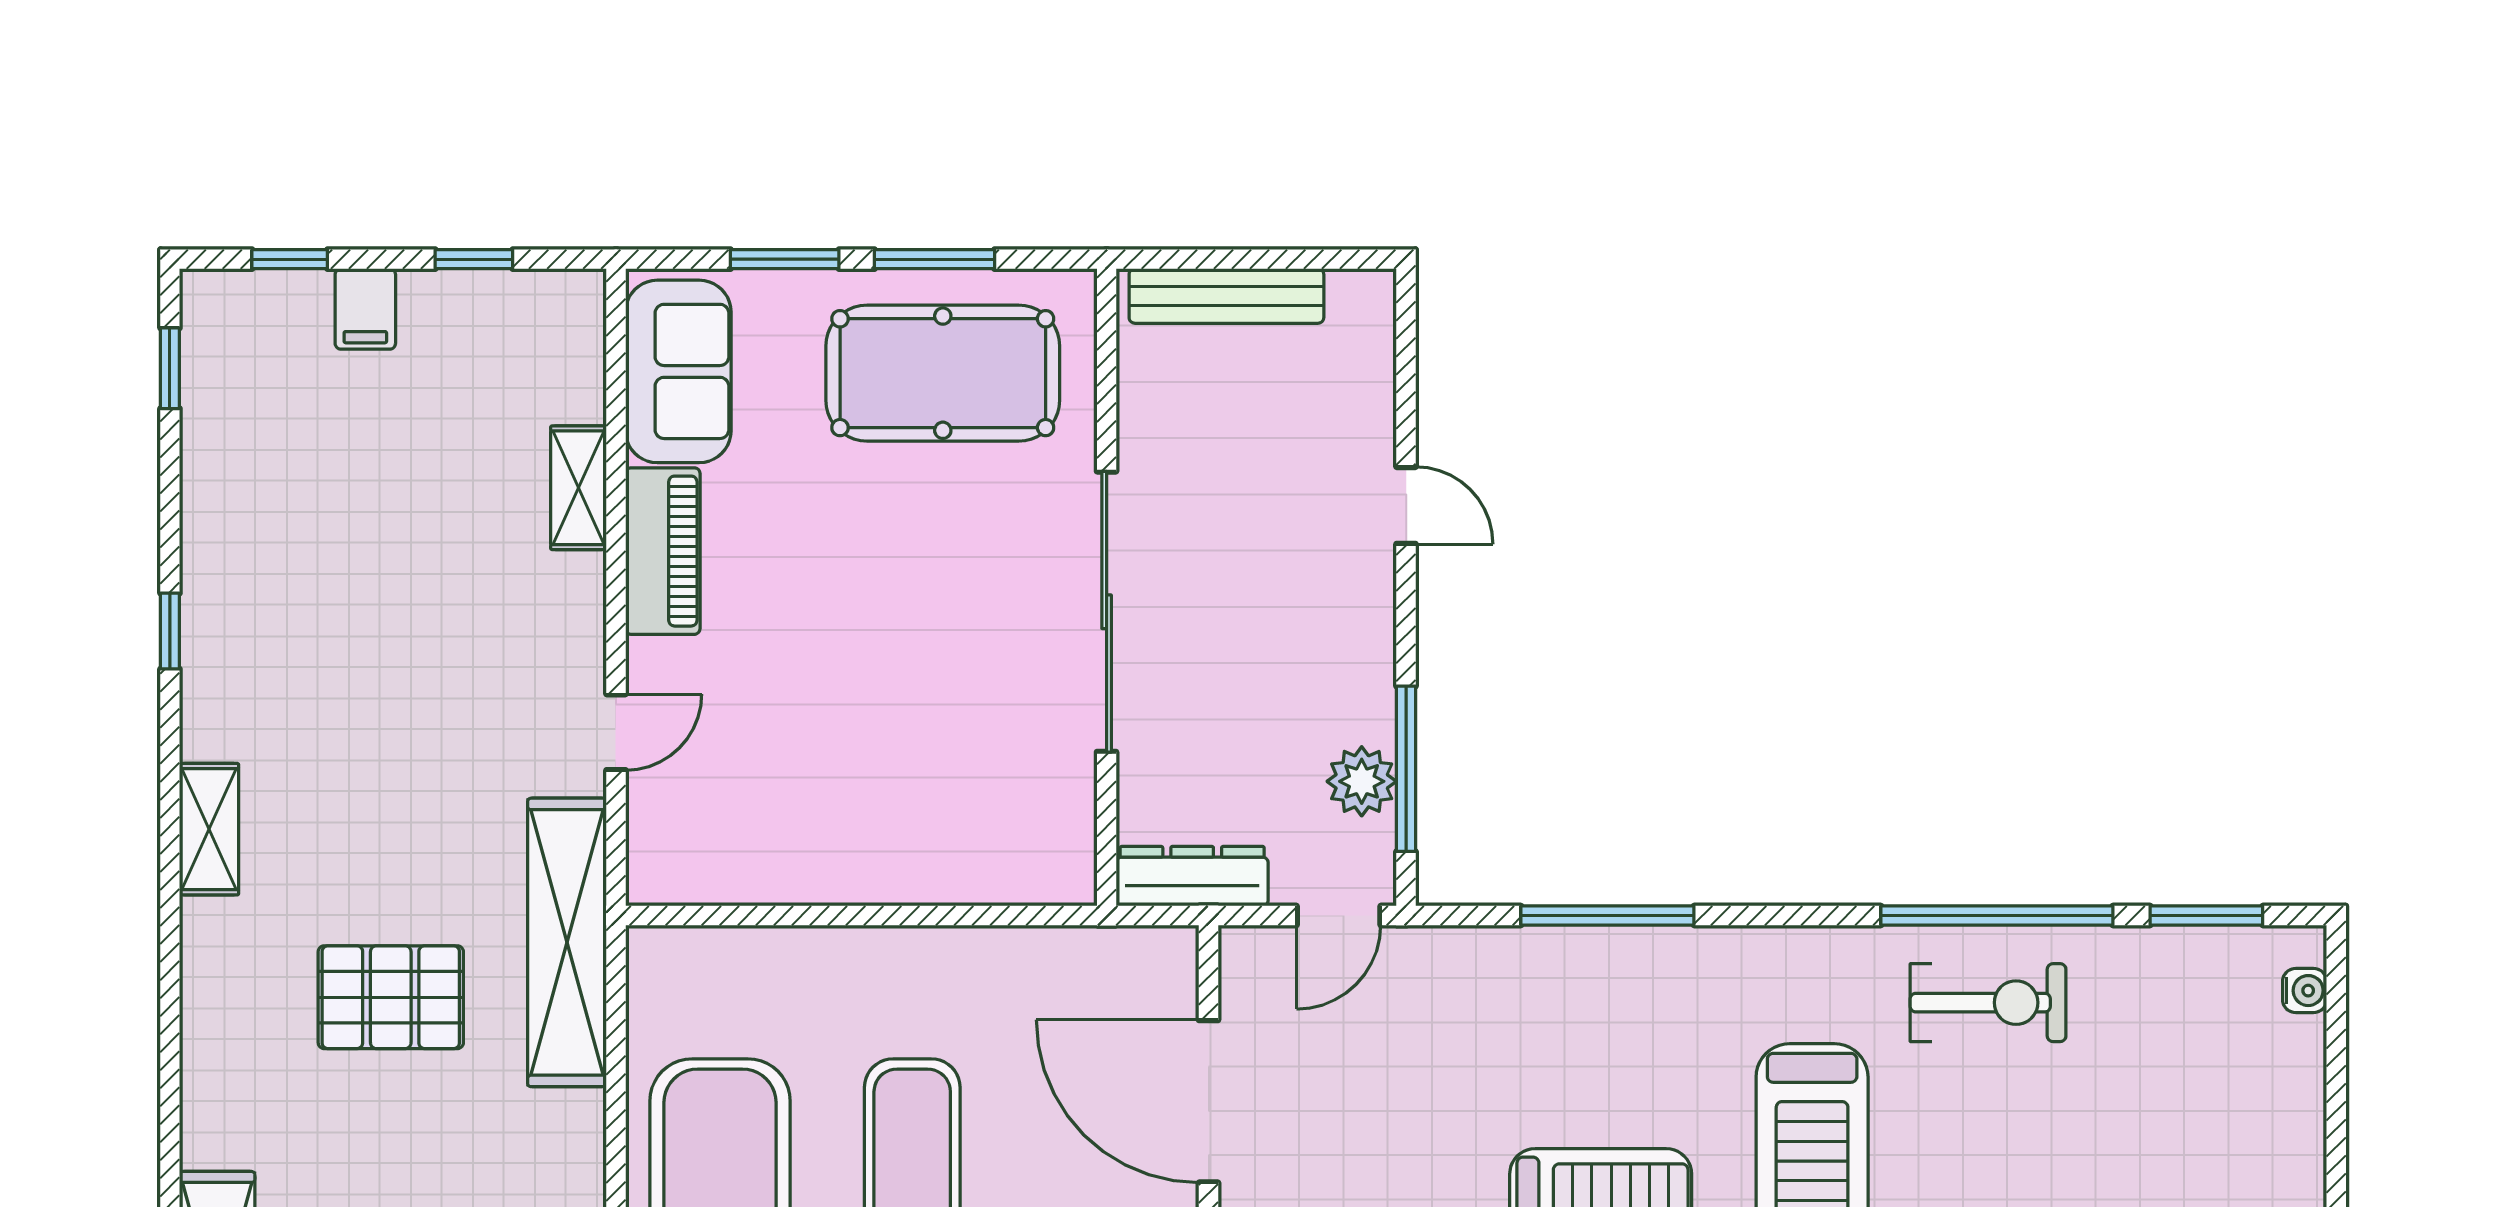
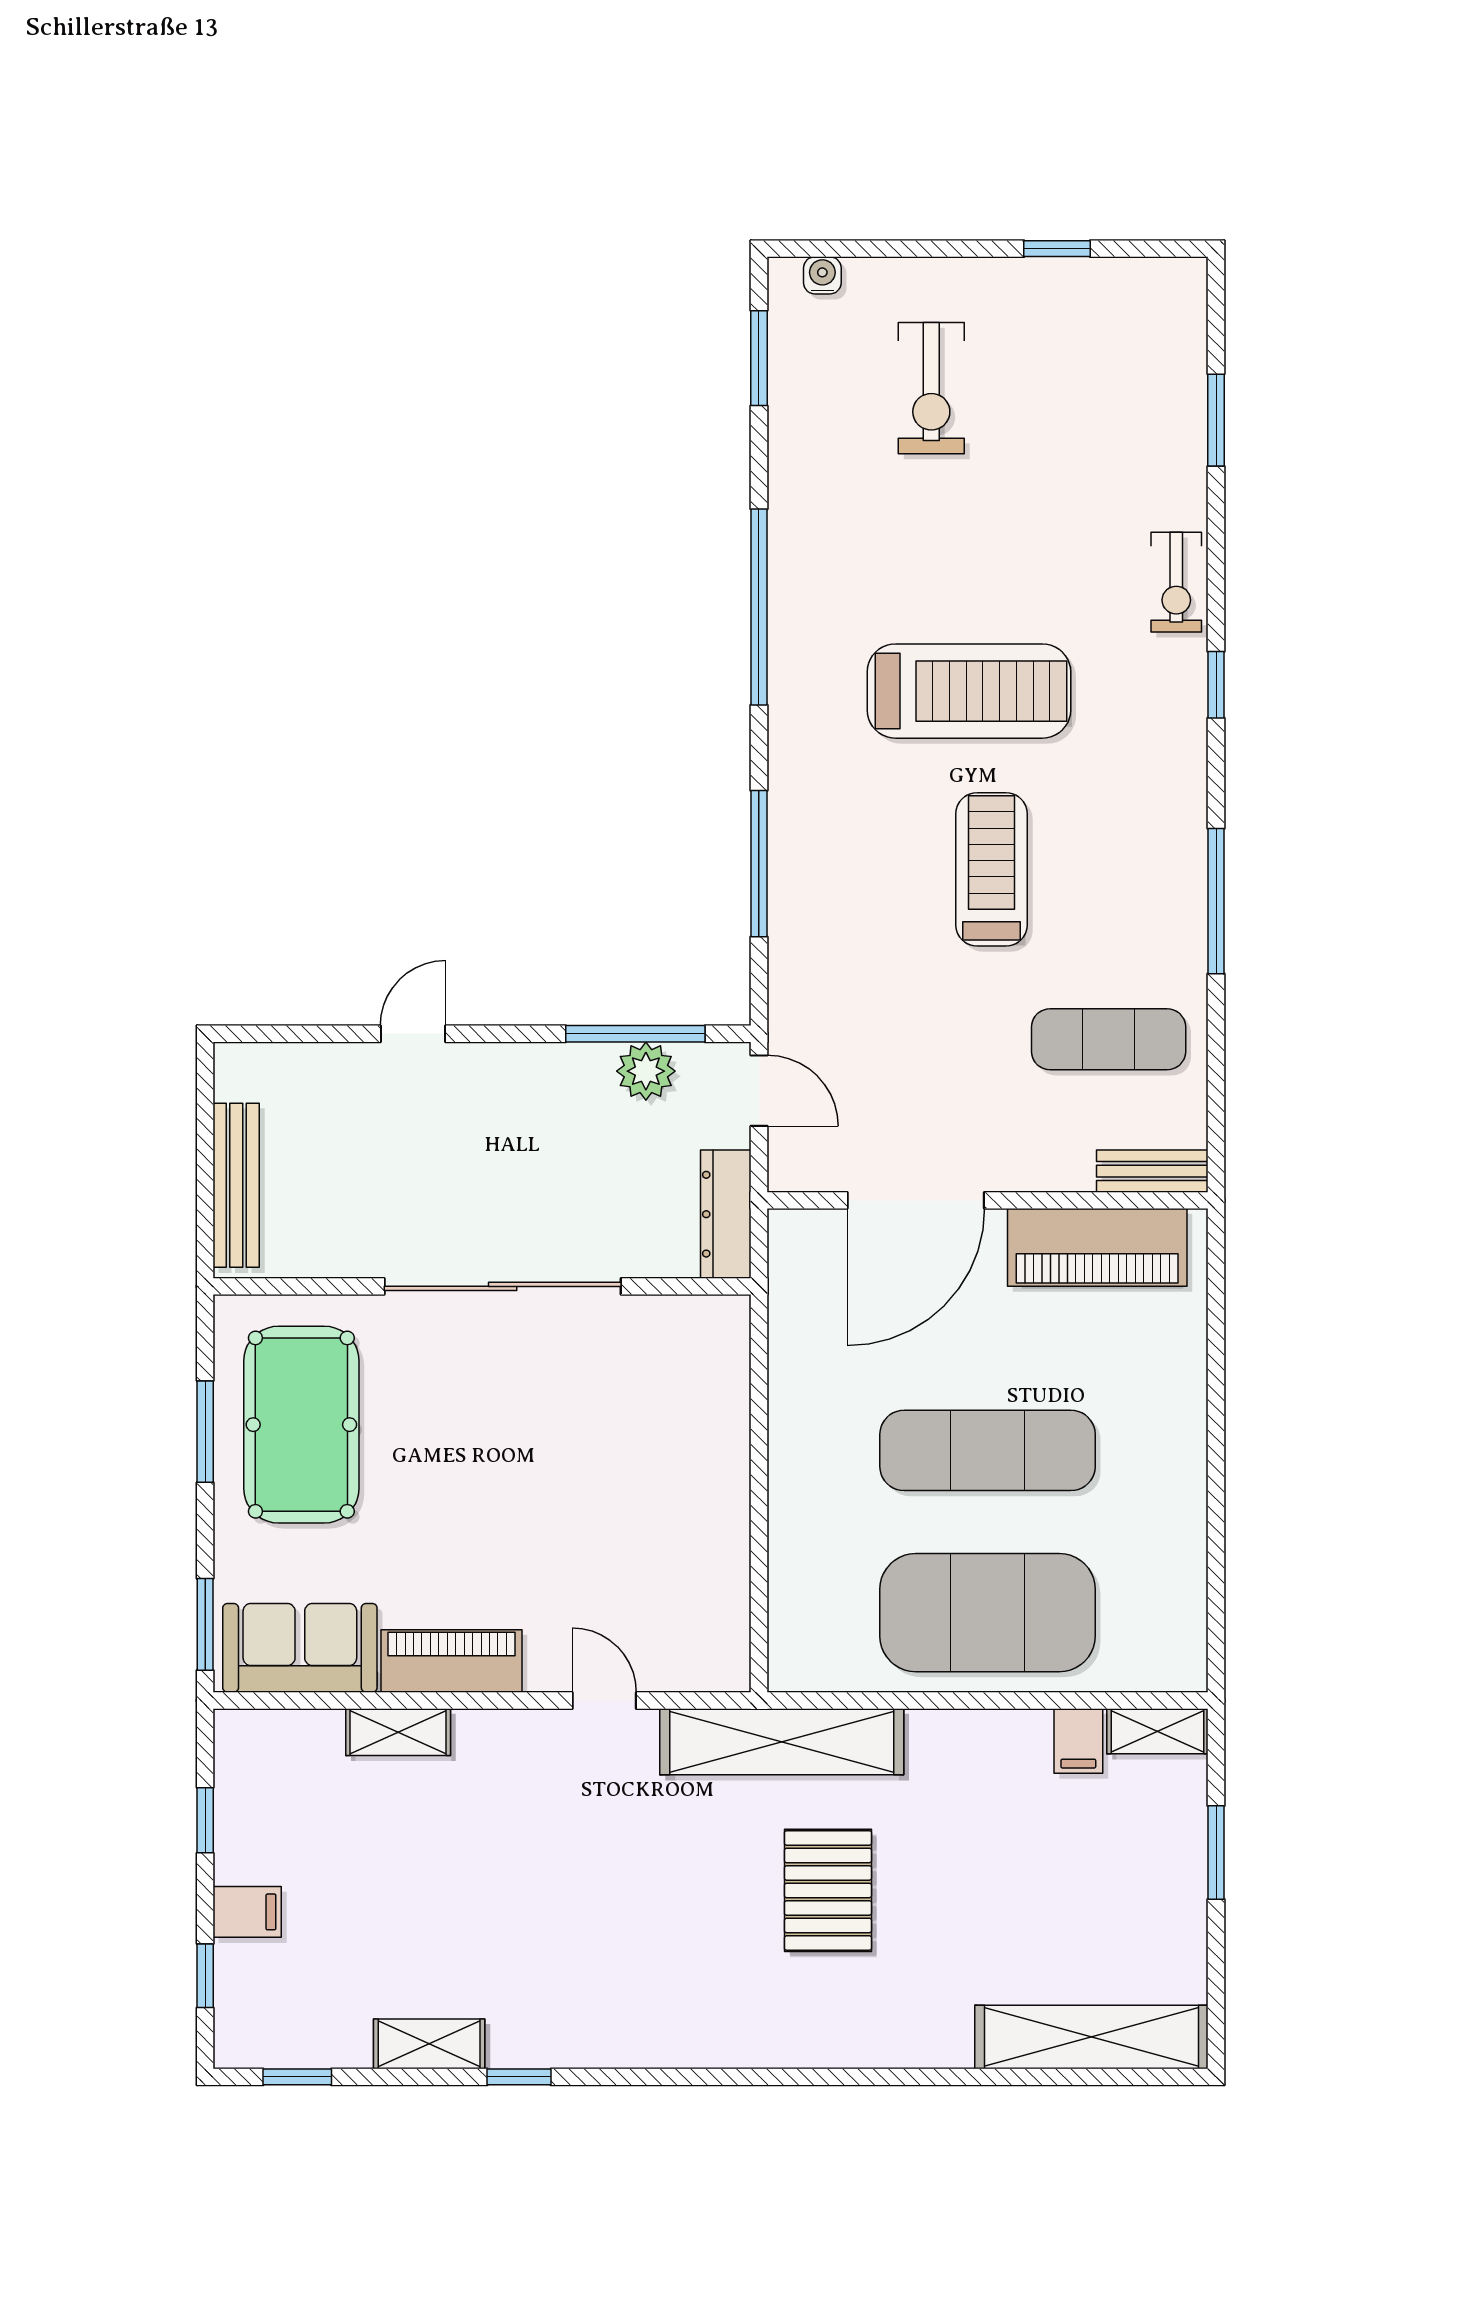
window: (785, 259) -> (205, 1624), moved
shelving: (209, 829) -> (429, 2044), moved
window: (1997, 915) -> (759, 607), moved
exercise bike: (1988, 1003) -> (931, 388), moved, turned 180

